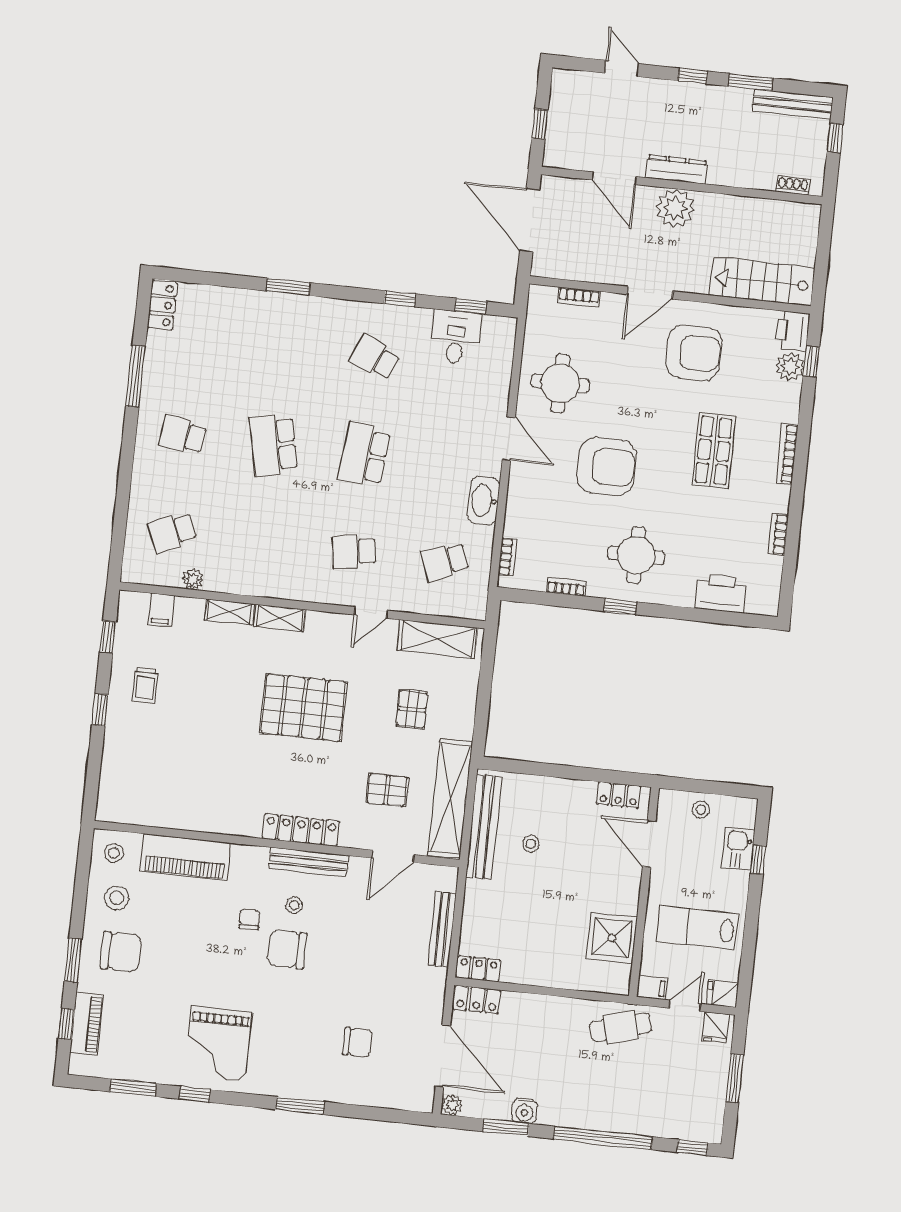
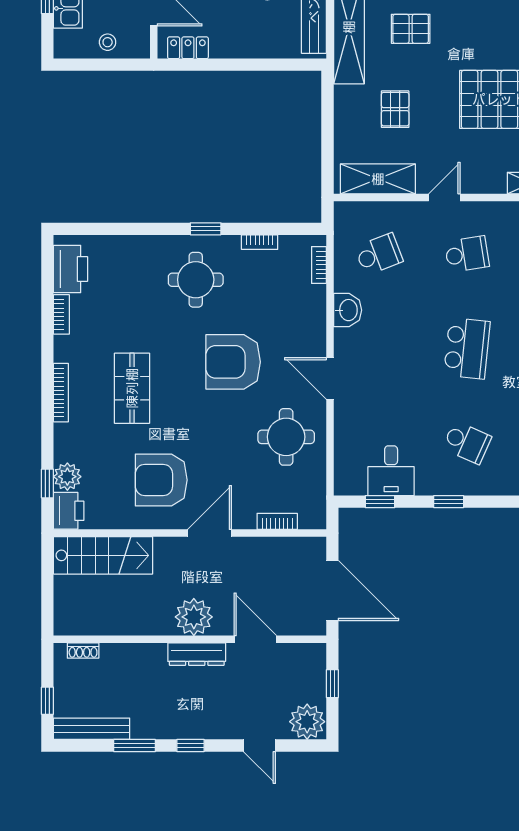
plant: (570, 88) -> (307, 722), added
washbasin: (484, 501) -> (348, 310), width x0.72
printer: (721, 593) -> (71, 269), moved, turned -90

